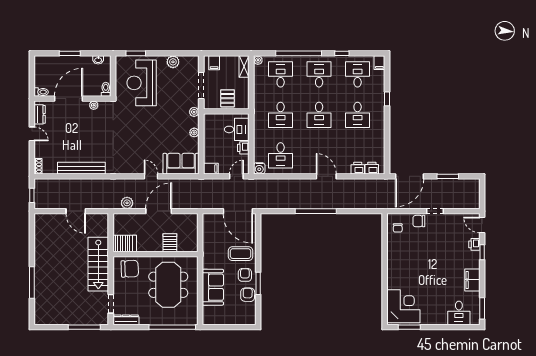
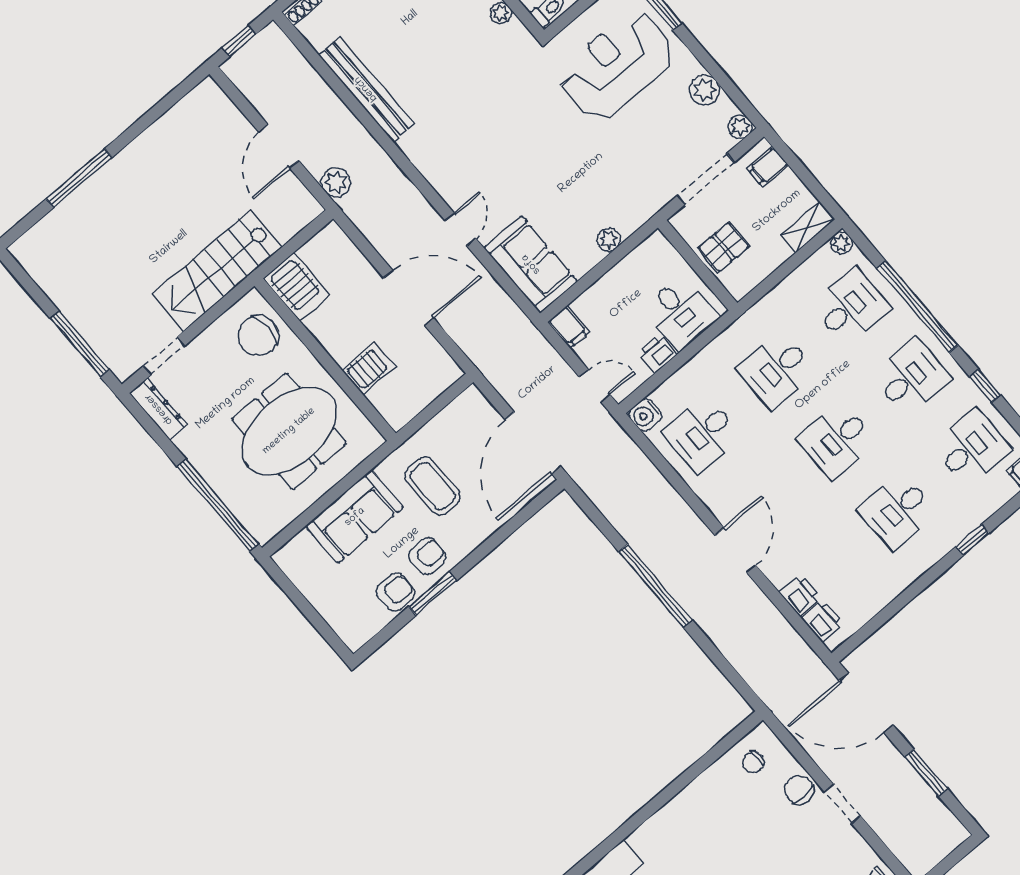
plant: (194, 112) -> (740, 127), moved
plant: (127, 203) -> (336, 182), moved
coffee table: (240, 254) -> (433, 486), moved
chair: (130, 269) -> (258, 336), turned 92

